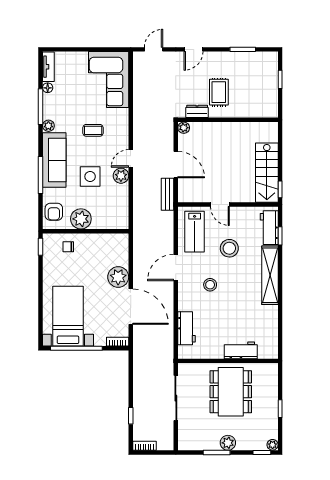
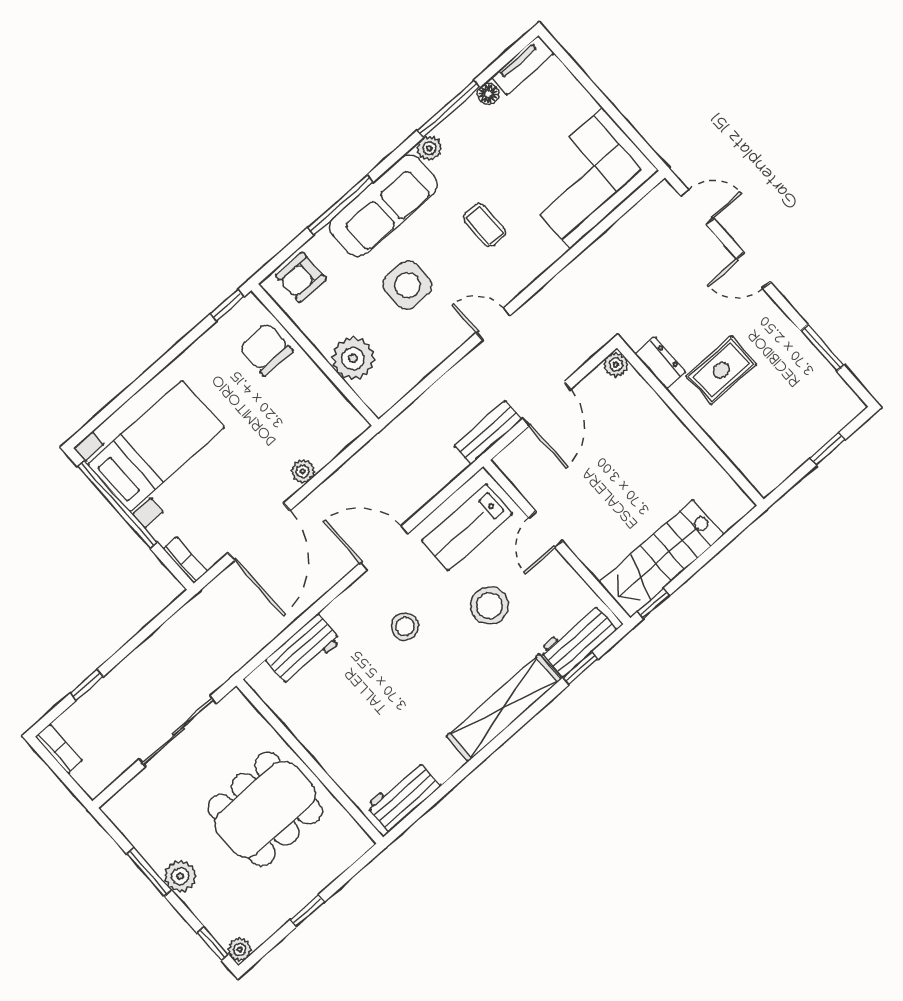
plant: (121, 176) -> (452, 333), removed
plant: (81, 219) -> (353, 358), moved
chair: (68, 247) -> (266, 349), width x1.87, depth x1.87
plant: (118, 277) -> (303, 471), width x0.53, depth x0.53
workbench: (241, 350) -> (403, 796), moved, turned -90

